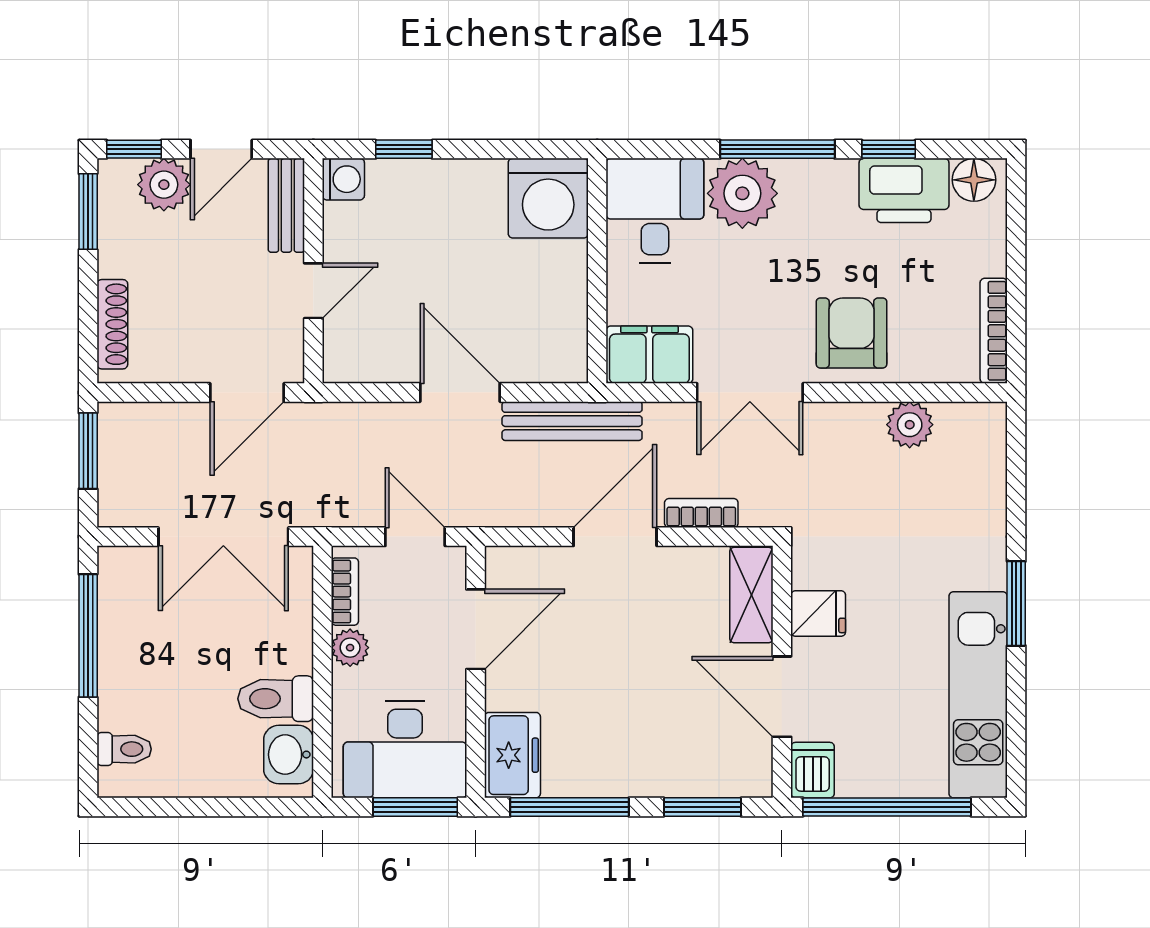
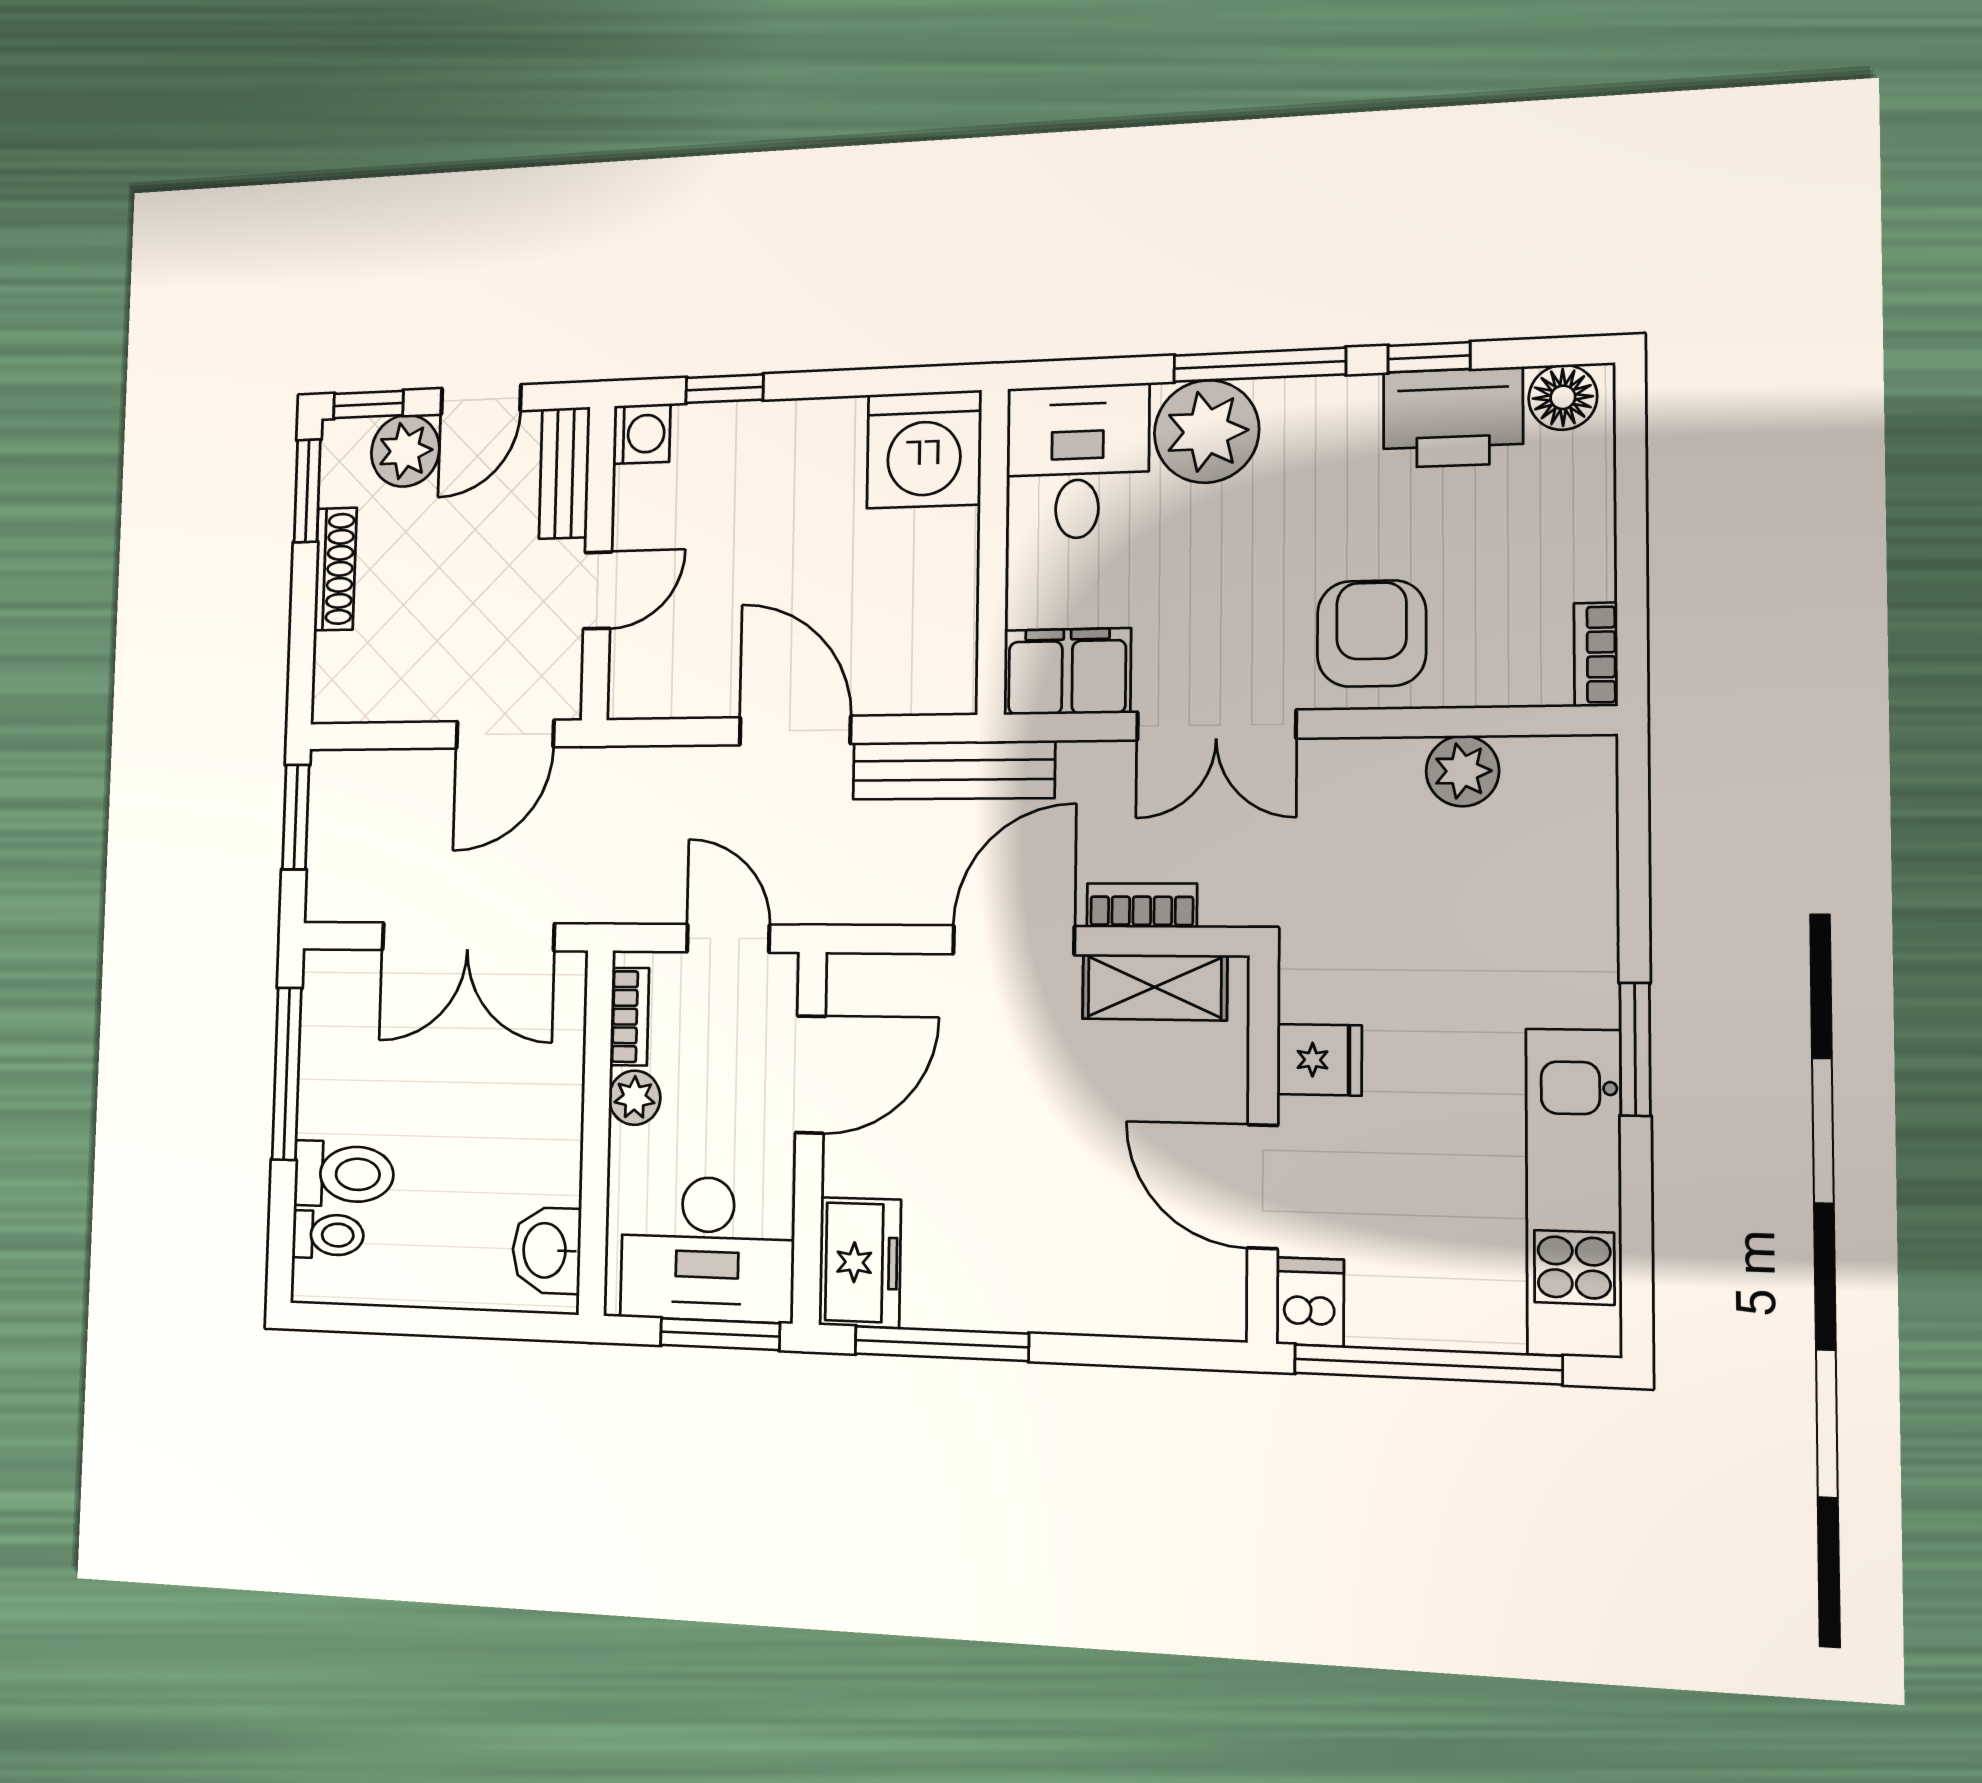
shoe rack: (112, 324) -> (335, 569), moved
bookcase: (994, 331) -> (1596, 655), width x0.64
shelving: (751, 595) -> (1155, 987), moved, turned 90
toilet: (276, 699) -> (344, 1174), moved, turned 180
window: (702, 807) -> (1140, 1352), removed

